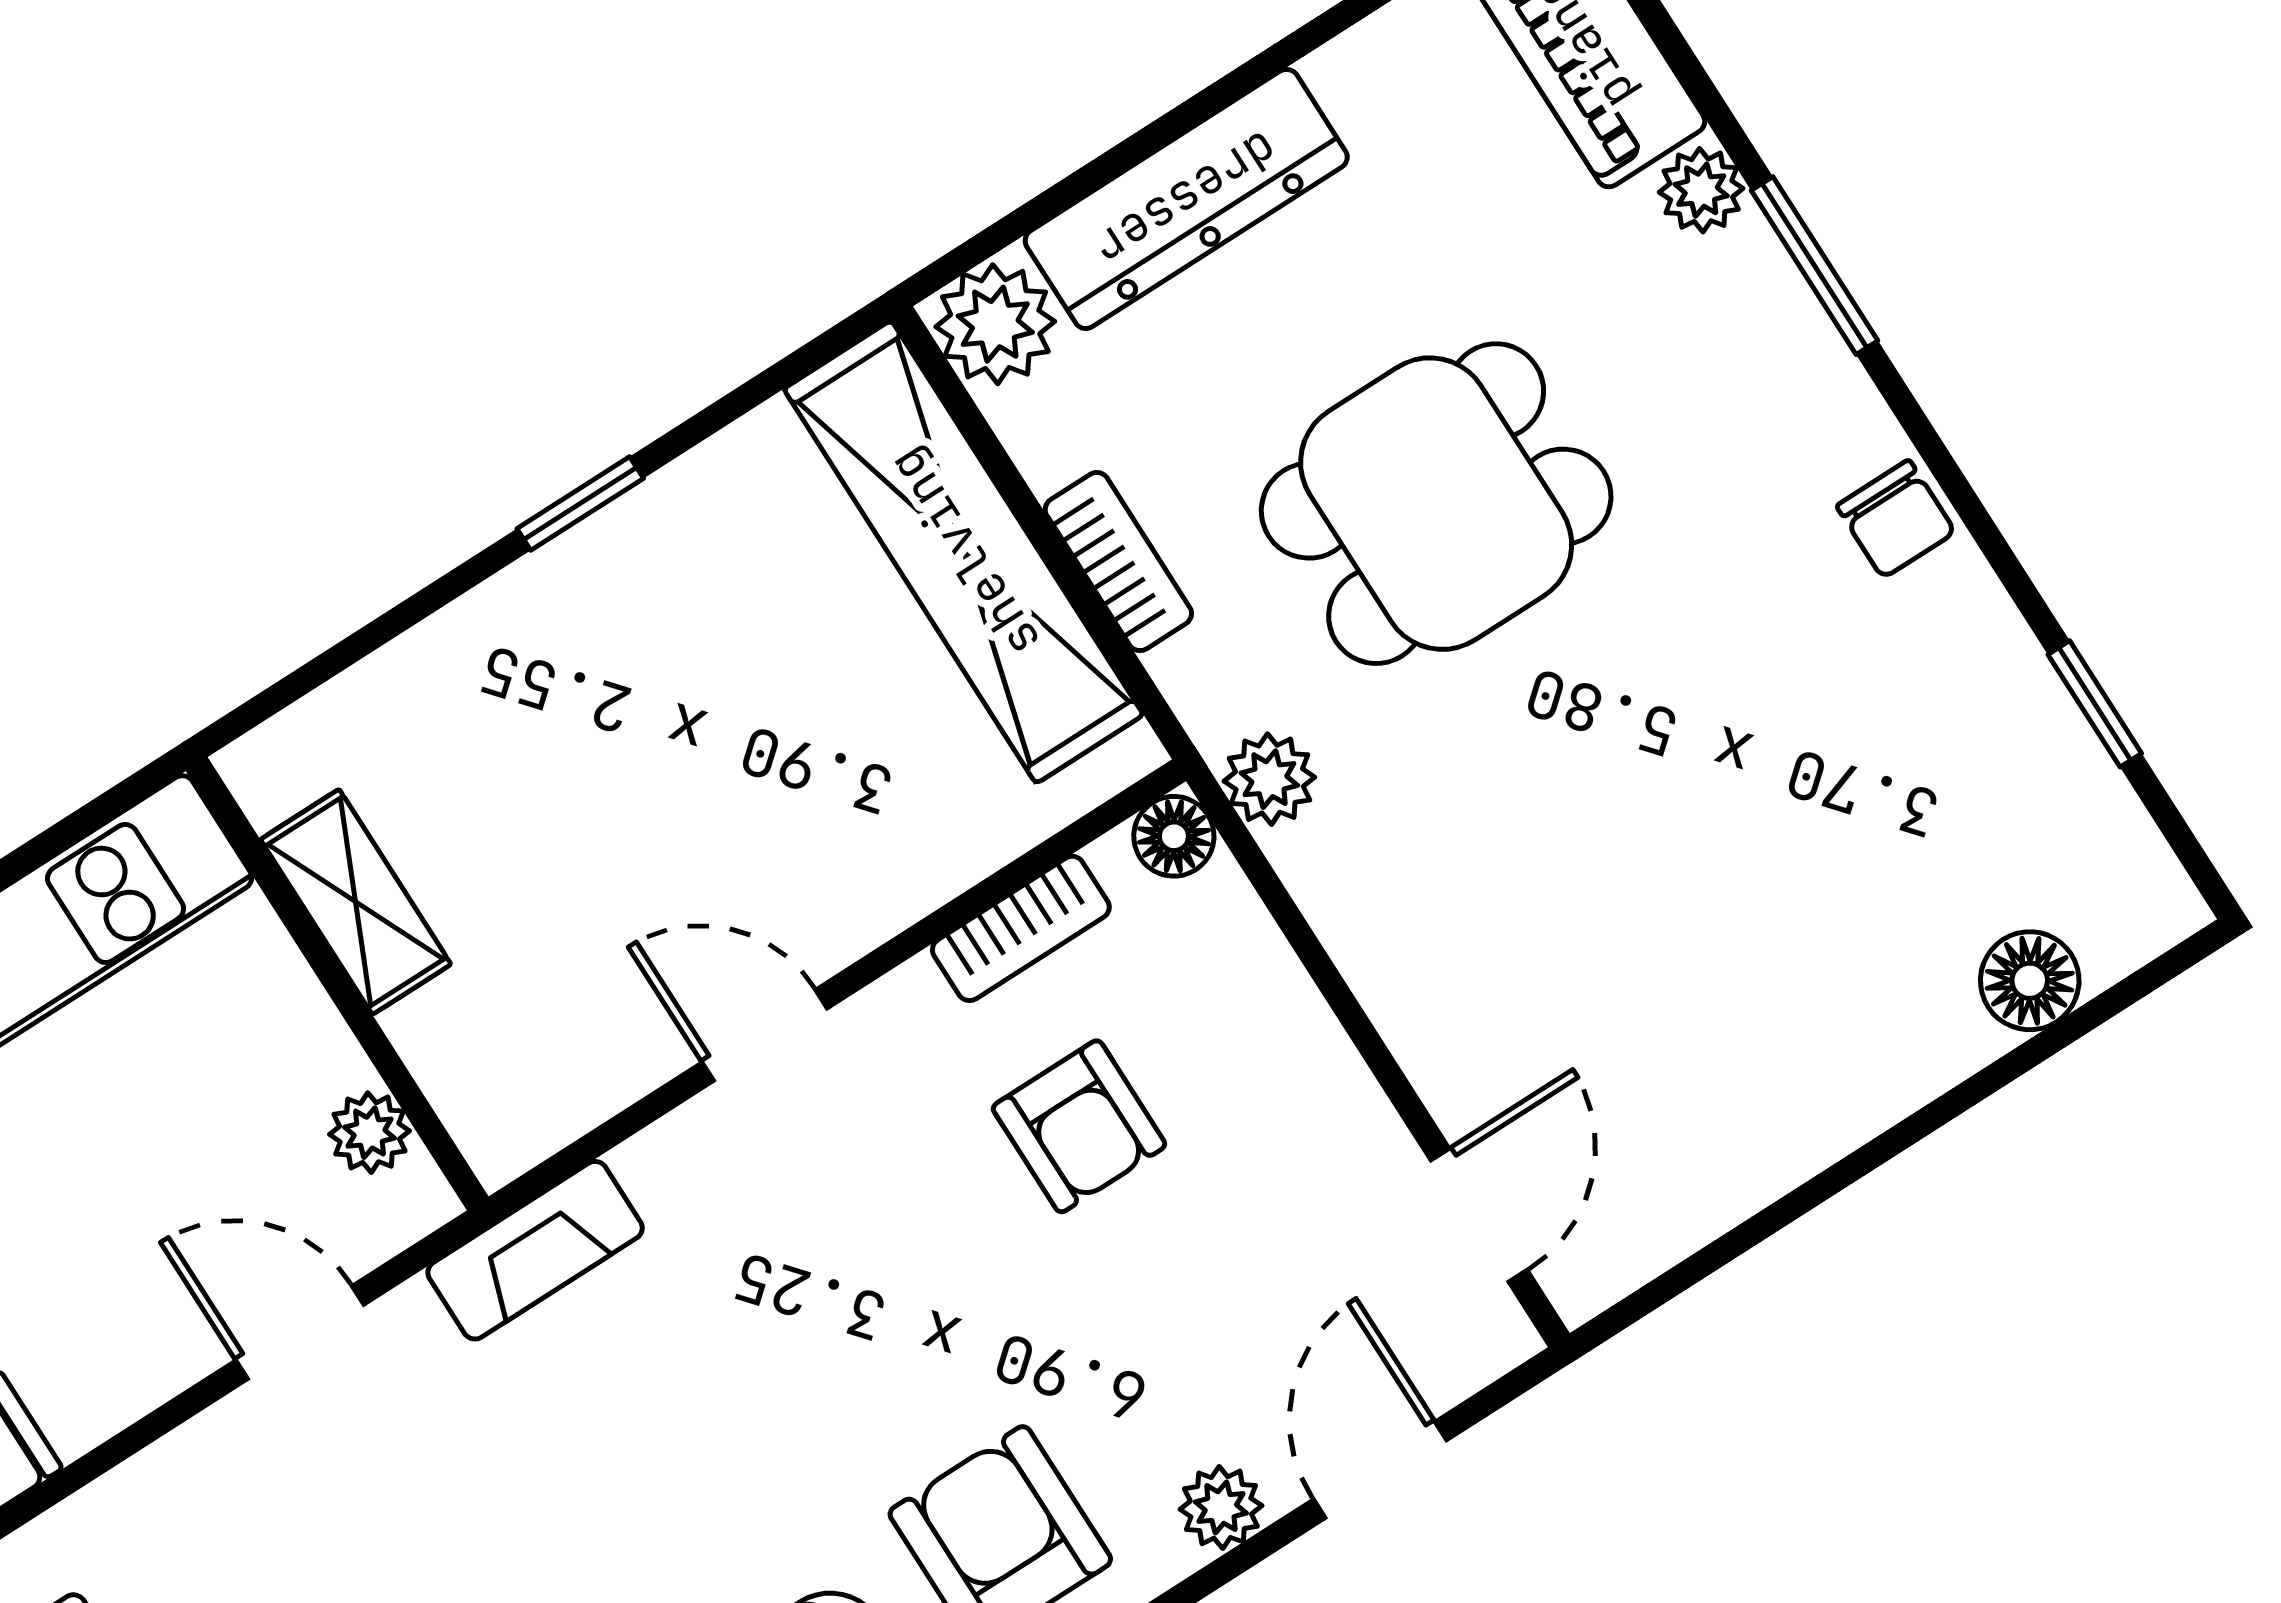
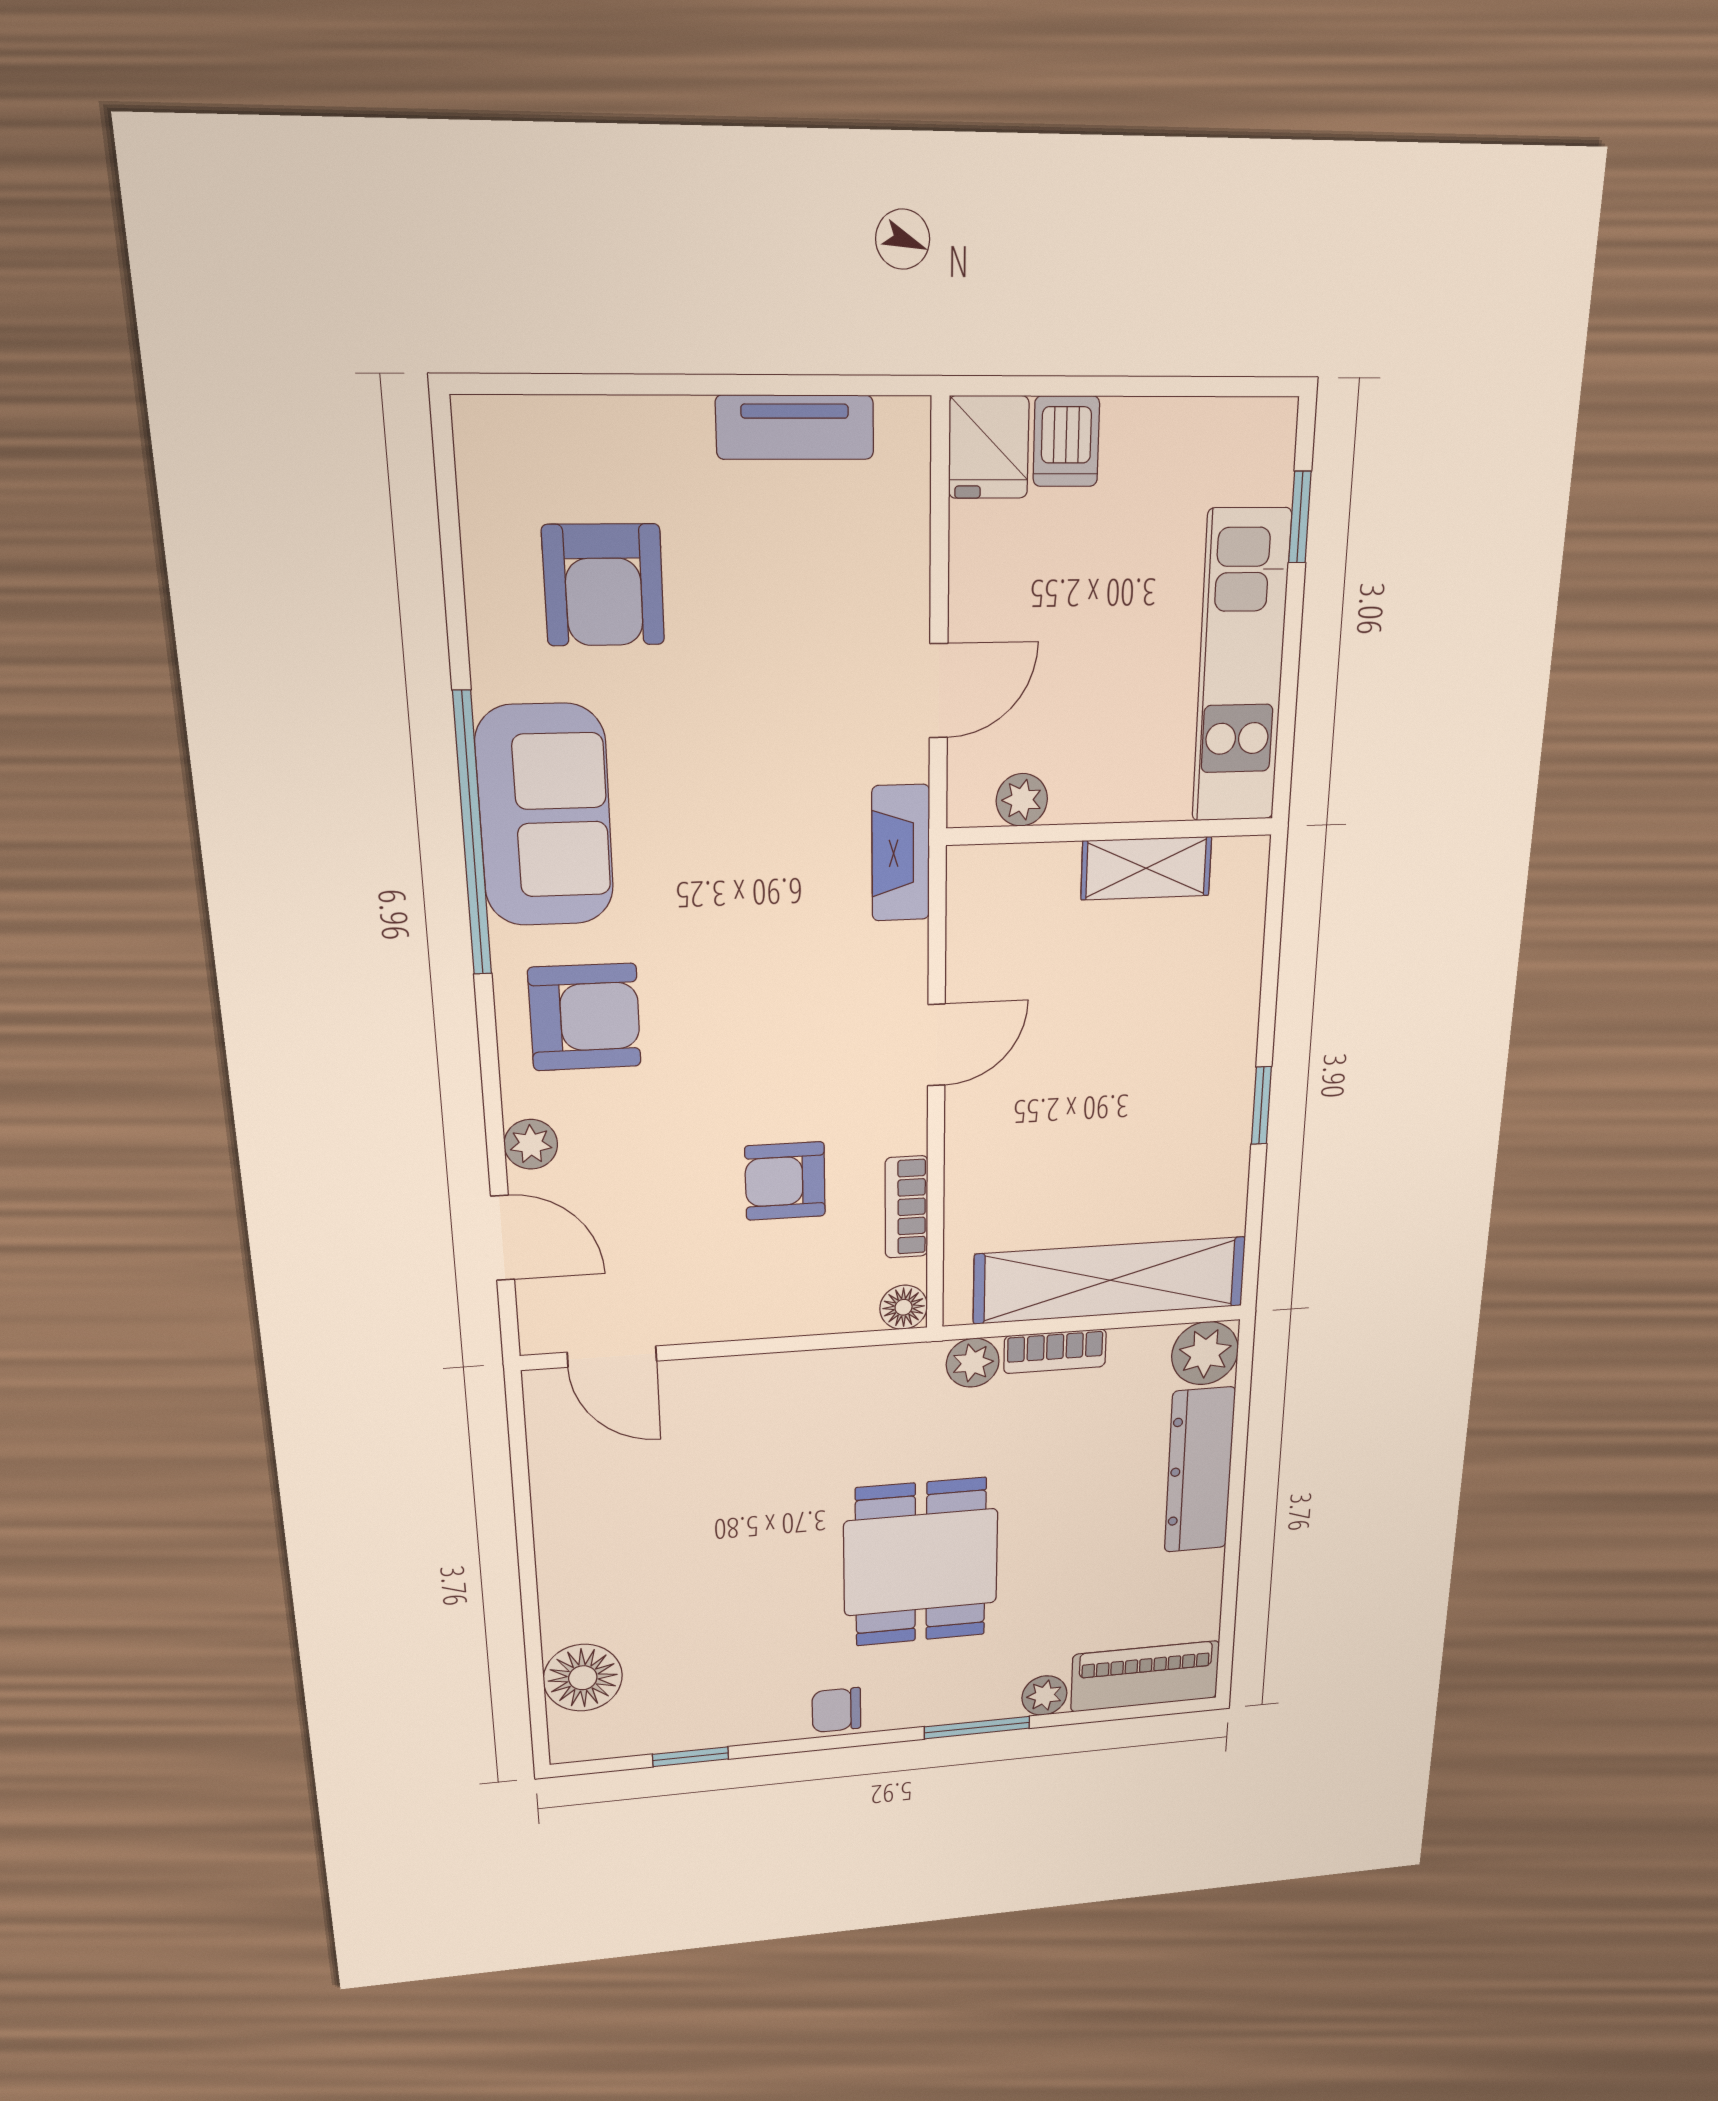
dining table: (1436, 504) -> (921, 1562), moved
plant: (1269, 779) -> (973, 1363), moved
floor lamp: (2030, 981) -> (583, 1678), width x1.38, depth x1.38

